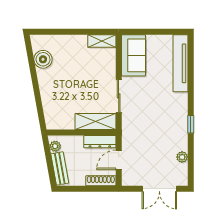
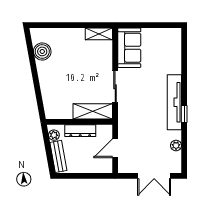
tv unit: (180, 63) -> (174, 102), moved
dresser: (100, 142) -> (80, 131), moved
shoe rack: (101, 181) -> (98, 168), removed

